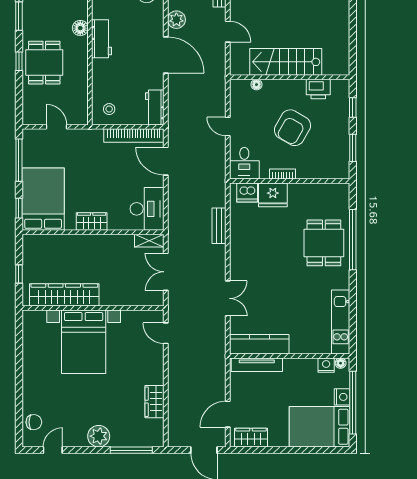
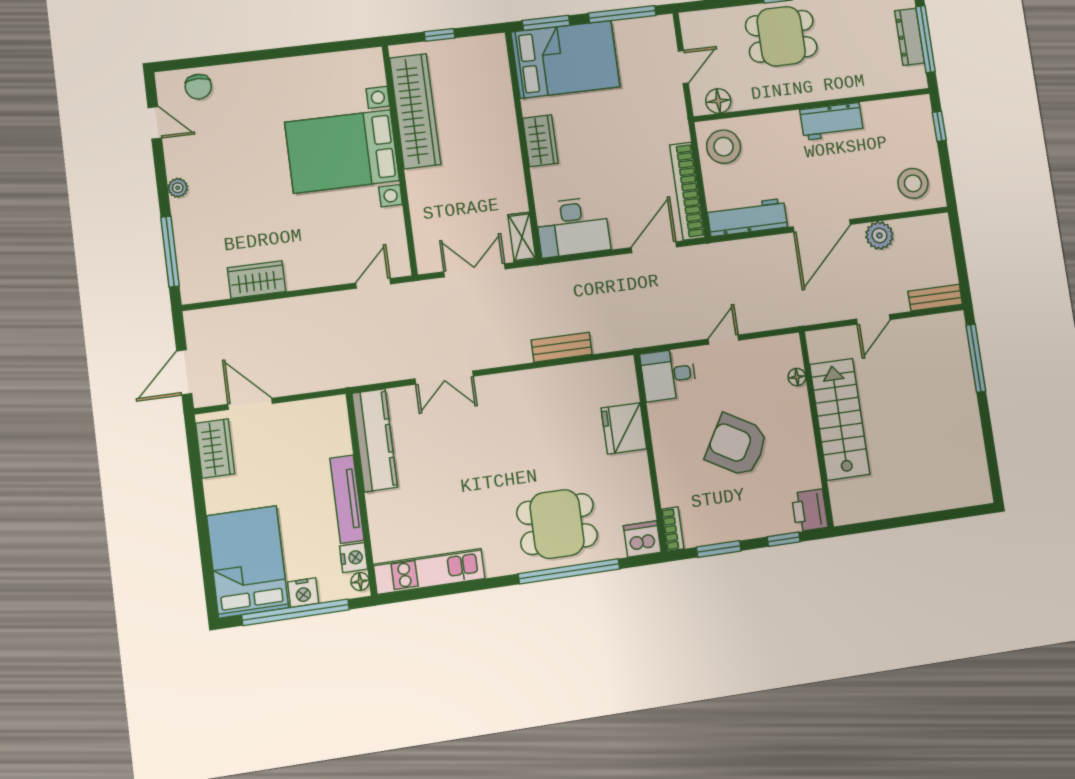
floor lamp: (80, 28) -> (718, 101), moved
printer: (318, 89) -> (810, 510), moved
workbench: (155, 107) -> (747, 217), width x1.38
stool: (109, 109) -> (724, 147), width x1.89, depth x1.89
bookcase: (283, 174) -> (672, 529), moved
dishwasher: (247, 192) -> (642, 539), moved, turned 90
window: (19, 208) -> (546, 23), width x1.50
tv unit: (257, 365) -> (347, 499), moved
plant: (99, 436) -> (178, 188), width x0.53, depth x0.53

